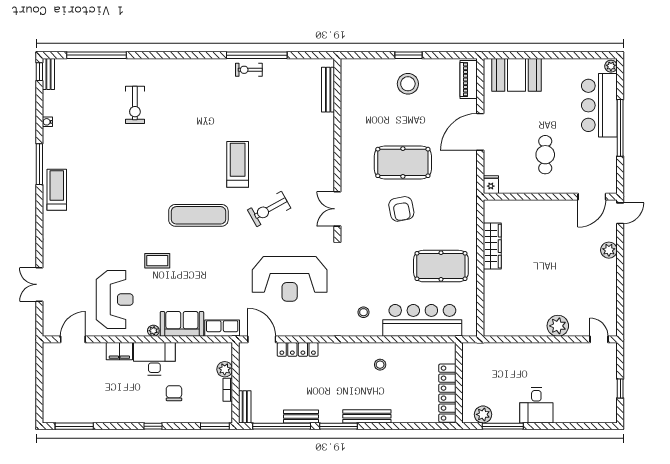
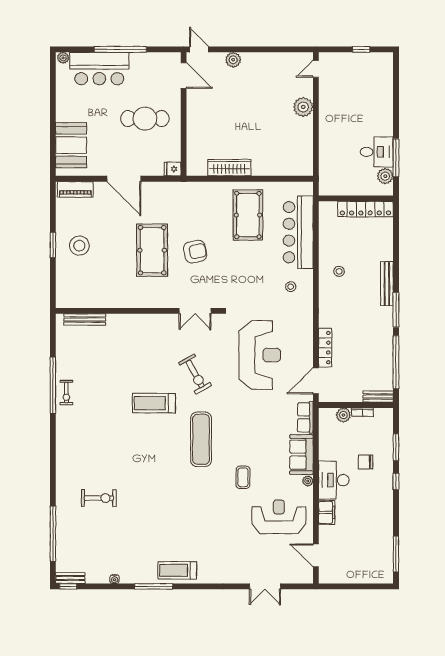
cafe table: (545, 155) -> (145, 119), width x1.37, depth x1.35
desk: (536, 405) -> (377, 152), moved
bench: (301, 416) -> (387, 344), removed
window: (215, 426) -> (396, 447), moved

